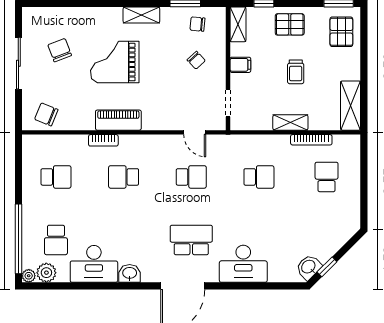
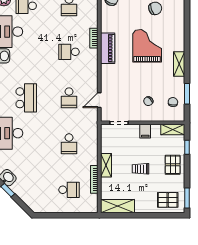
school desk: (124, 177) -> (69, 52), turned -90

